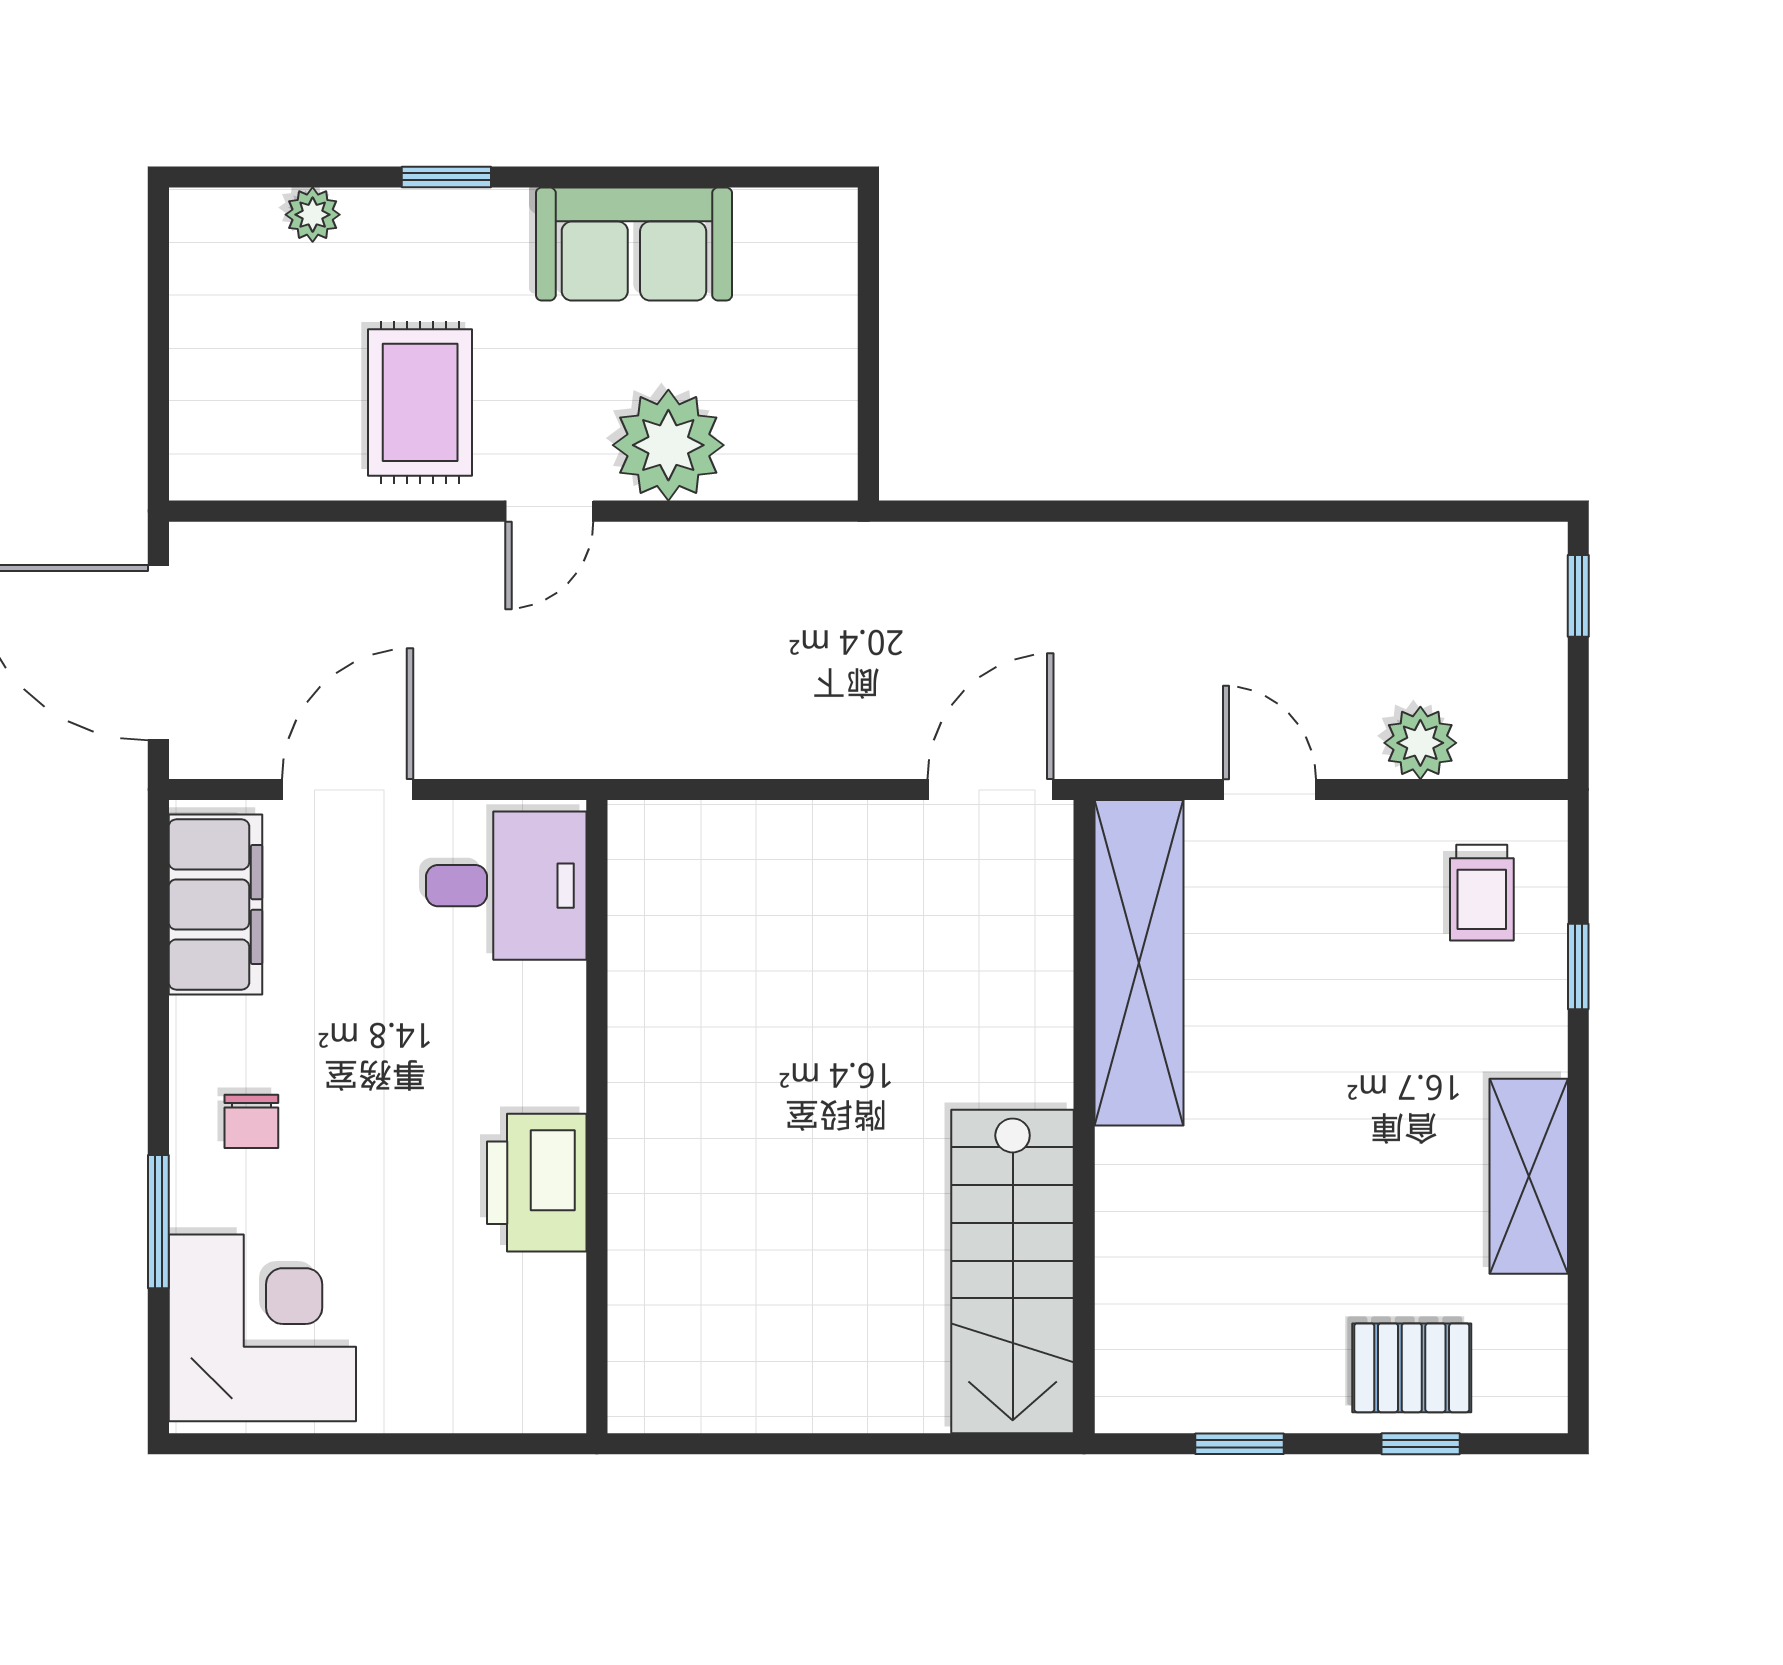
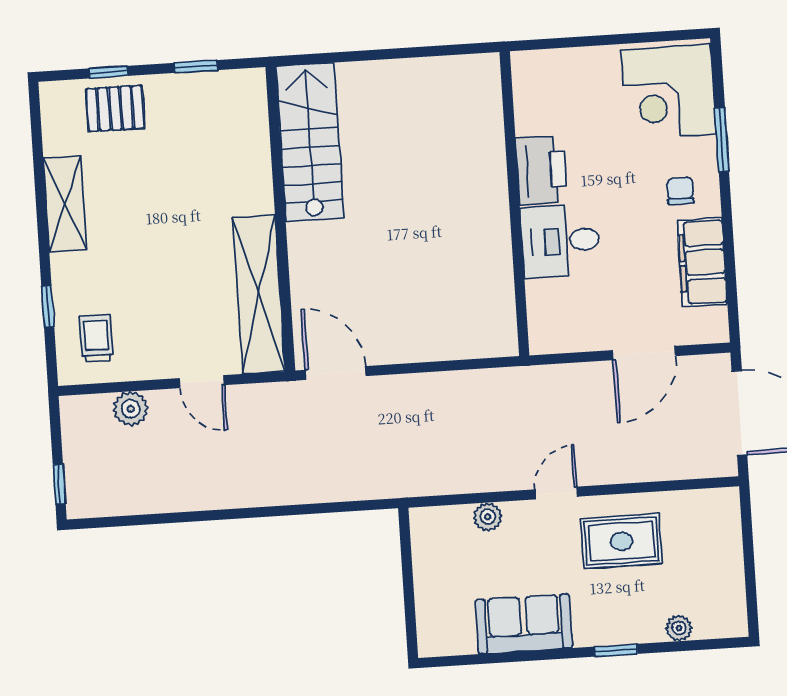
rug: (420, 402) -> (622, 541), turned 90
plant: (668, 445) -> (488, 517), width x0.53, depth x0.53
door: (991, 790) -> (336, 373), swing flipped
desk: (506, 886) -> (561, 241), moved
filing cabinet: (215, 905) -> (702, 262), moved

